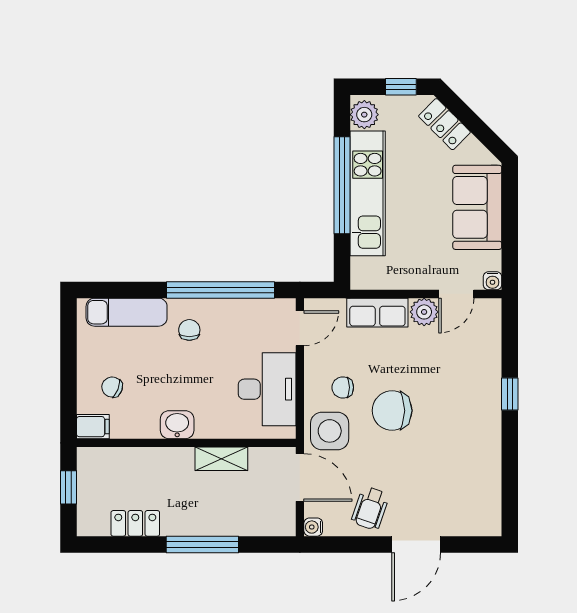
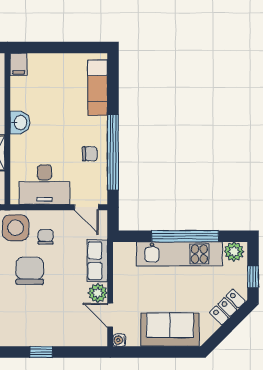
chair: (189, 330) -> (90, 154), moved
chair: (112, 387) -> (46, 78), removed

